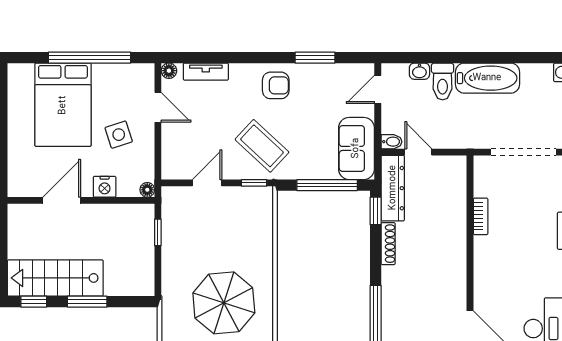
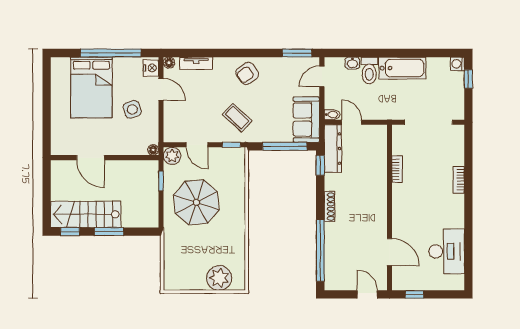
window: (315, 58) -> (297, 53), moved
armchair: (276, 85) -> (247, 73), turned 144
coffee table: (262, 146) -> (237, 118), width x0.73, depth x0.77
door: (207, 183) -> (197, 145), swing flipped
nightstand: (105, 187) -> (151, 68), moved, turned -90
plant: (173, 198) -> (172, 156), added
door: (62, 200) -> (91, 158), swing flipped
shoe rack: (388, 244) -> (329, 207), moved
parasol: (224, 303) -> (196, 202), moved

